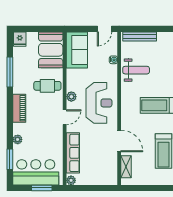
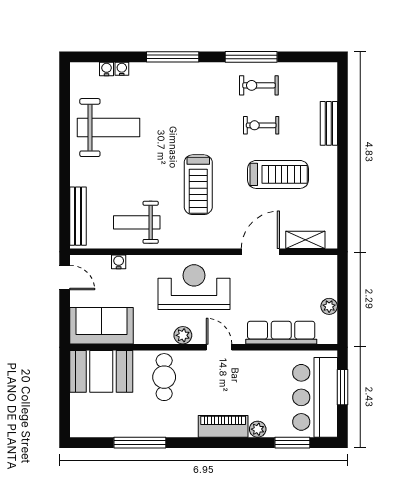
fridge: (20, 39) -> (82, 425), removed
weight bench: (136, 70) -> (137, 222), turned -90
piano: (19, 108) -> (223, 426), moved
plant: (71, 180) -> (329, 306), moved

